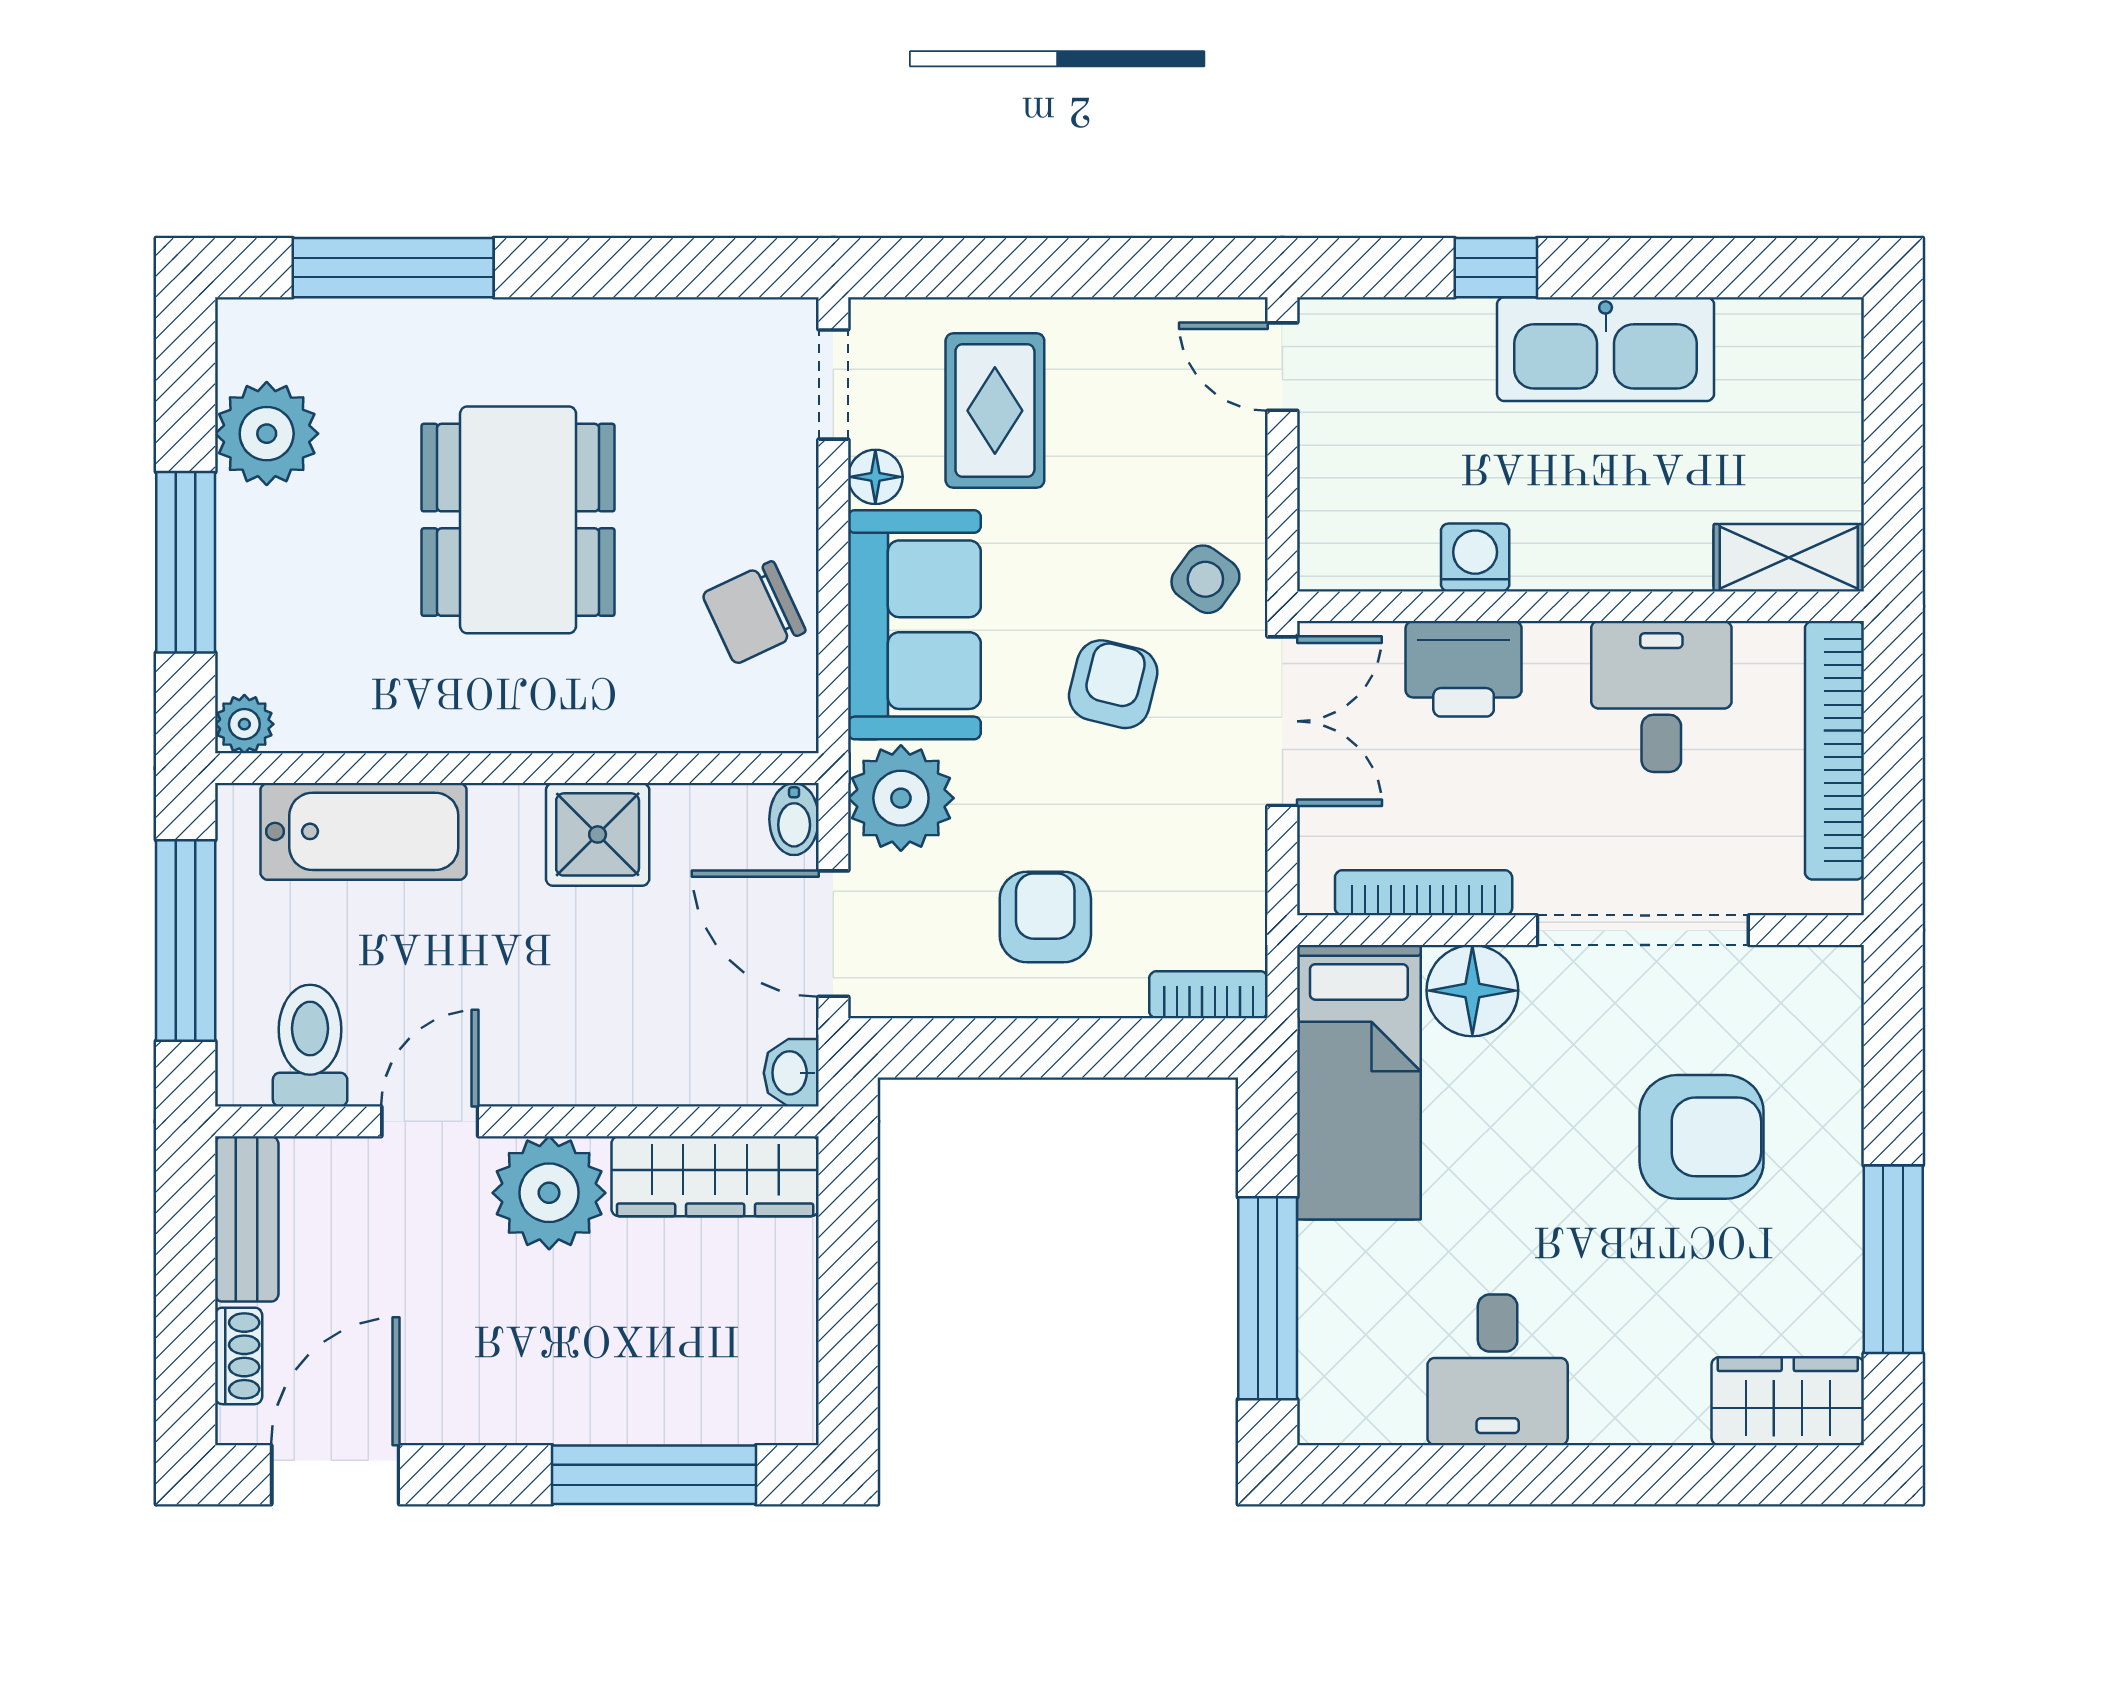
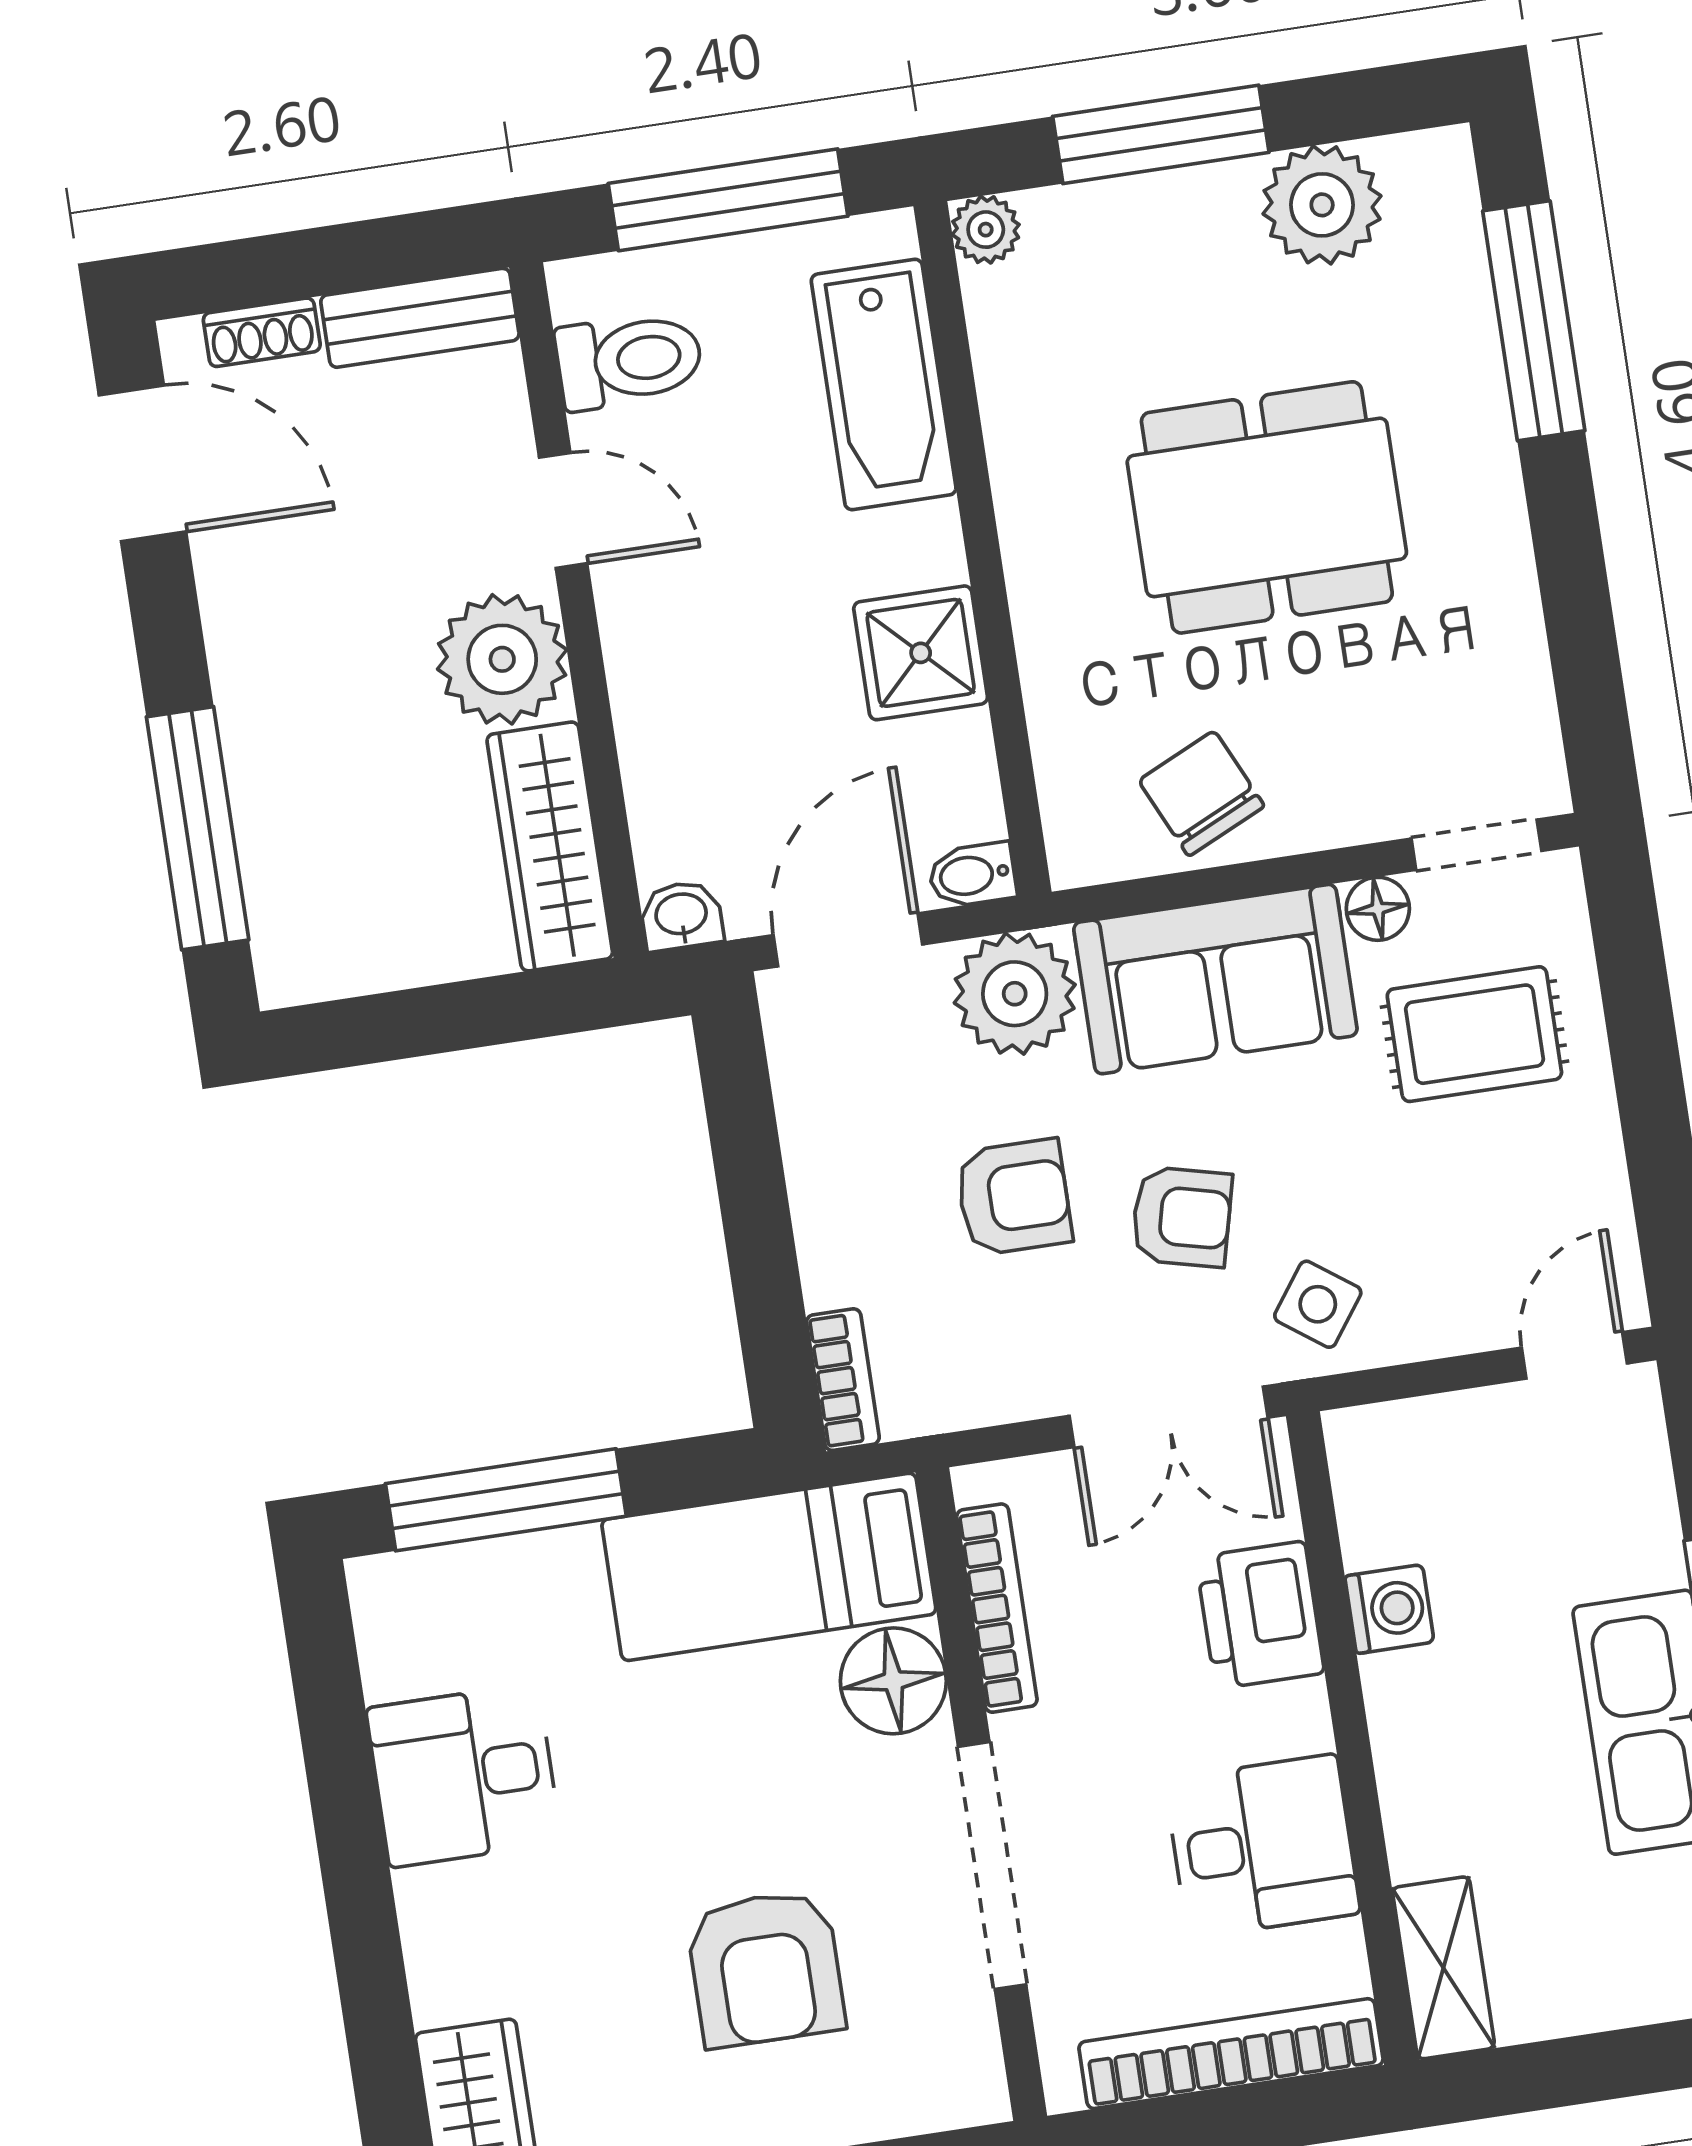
armchair: (1045, 917) -> (1014, 1197), moved

